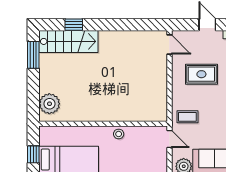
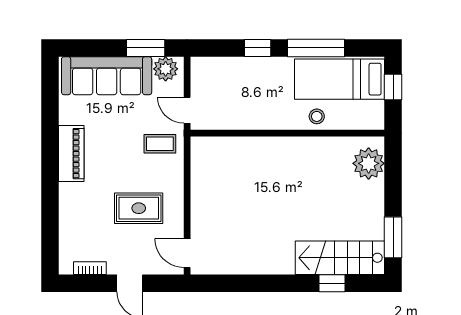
stool: (119, 134) -> (317, 116), moved

